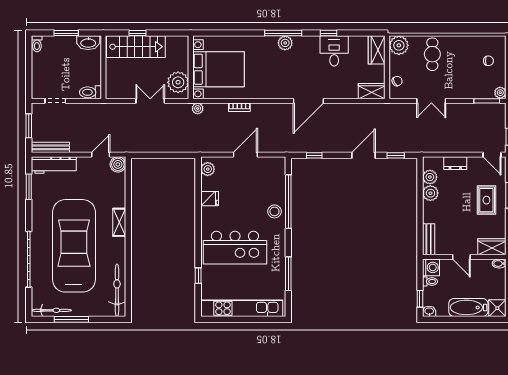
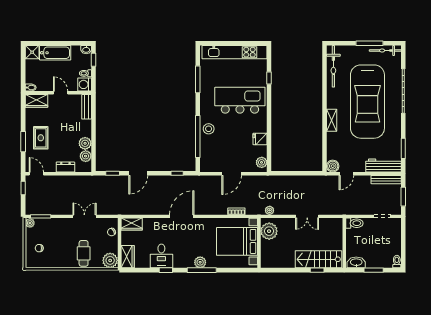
wall: (191, 67) -> (259, 243), moved
bed with nightstands: (218, 69) -> (237, 241), moved
plant: (178, 82) -> (269, 231), moved

